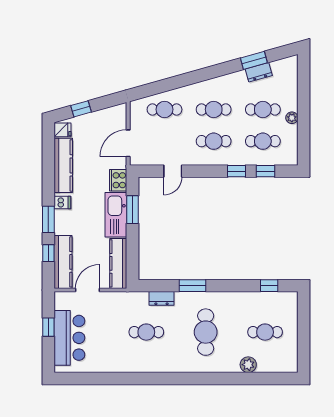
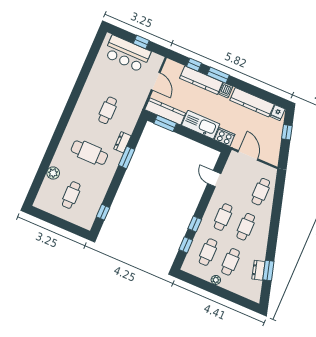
window: (132, 210) -> (165, 123), moved
kitchen counter: (63, 262) -> (201, 80), moved
dresser: (161, 298) -> (122, 142), moved

